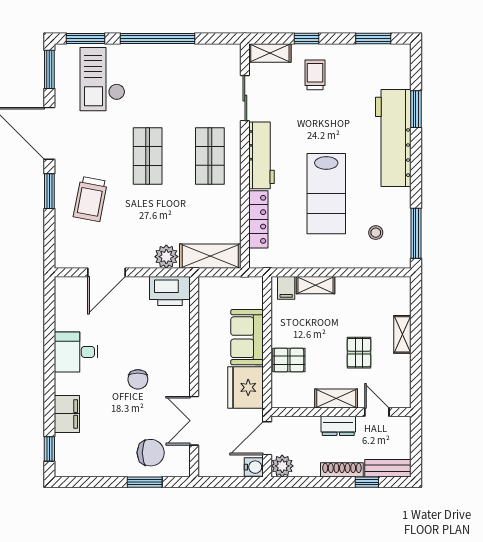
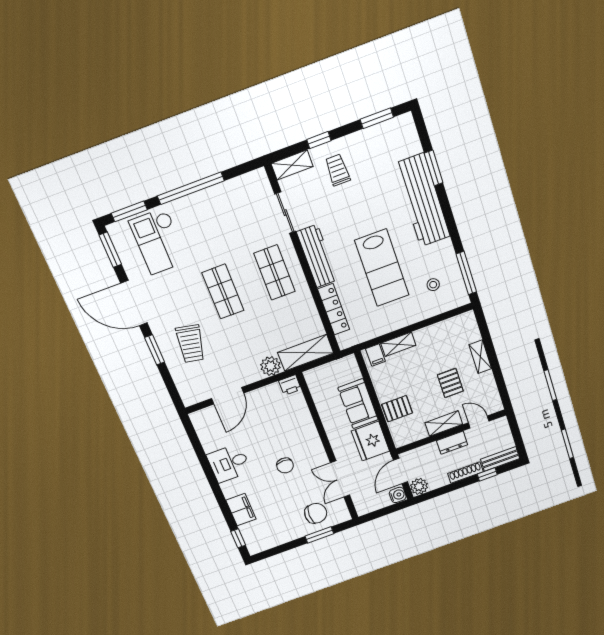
printer: (170, 291) -> (290, 385), width x0.53, depth x0.68

